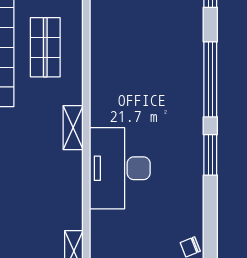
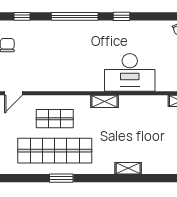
window: (210, 155) -> (121, 16), width x0.67

